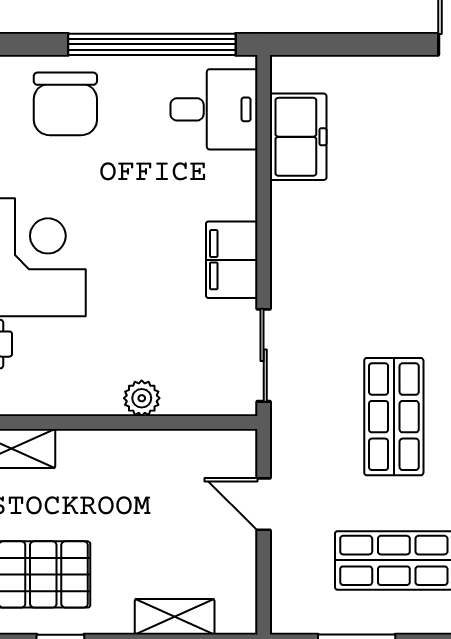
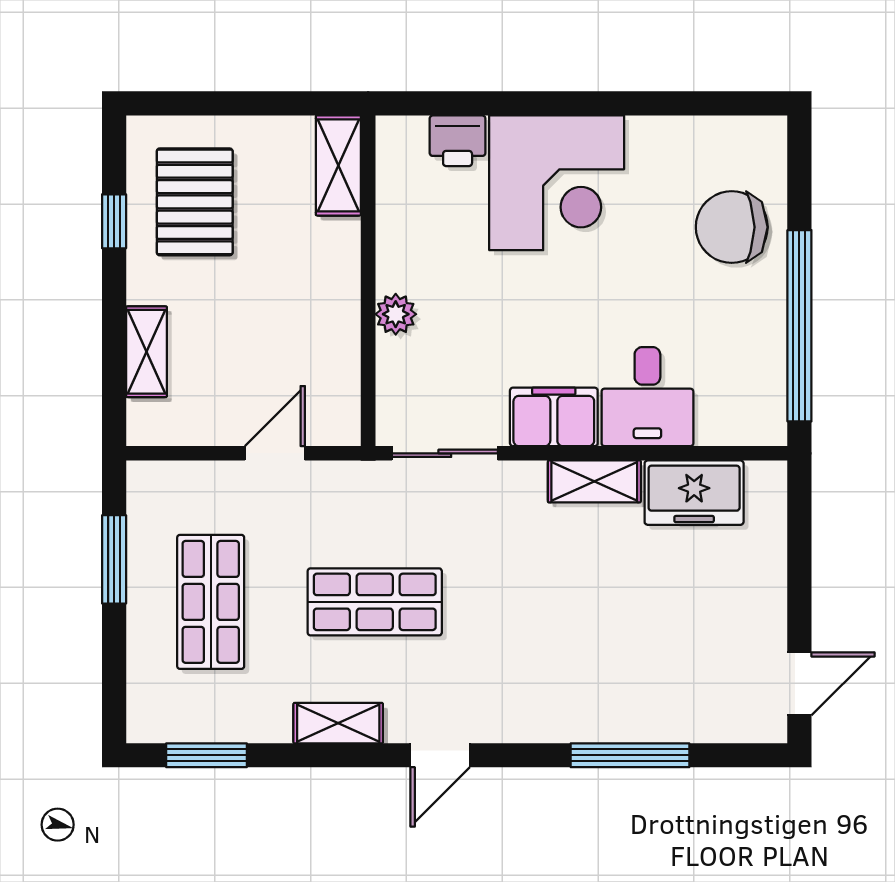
desk: (214, 109) -> (647, 397), moved
shelving: (288, 224) -> (594, 481), added

